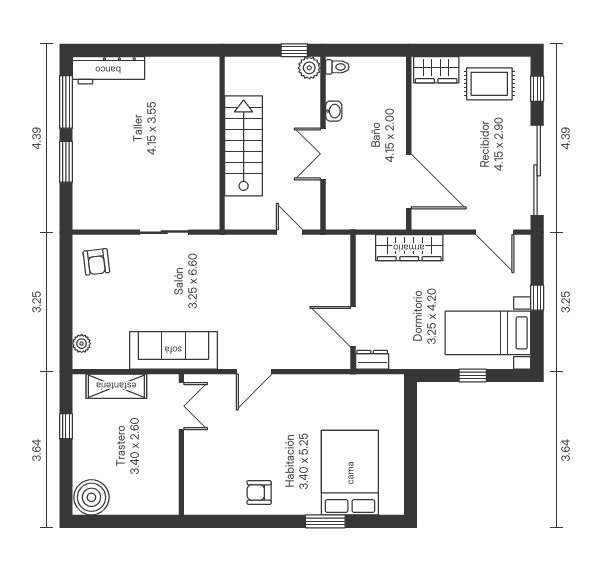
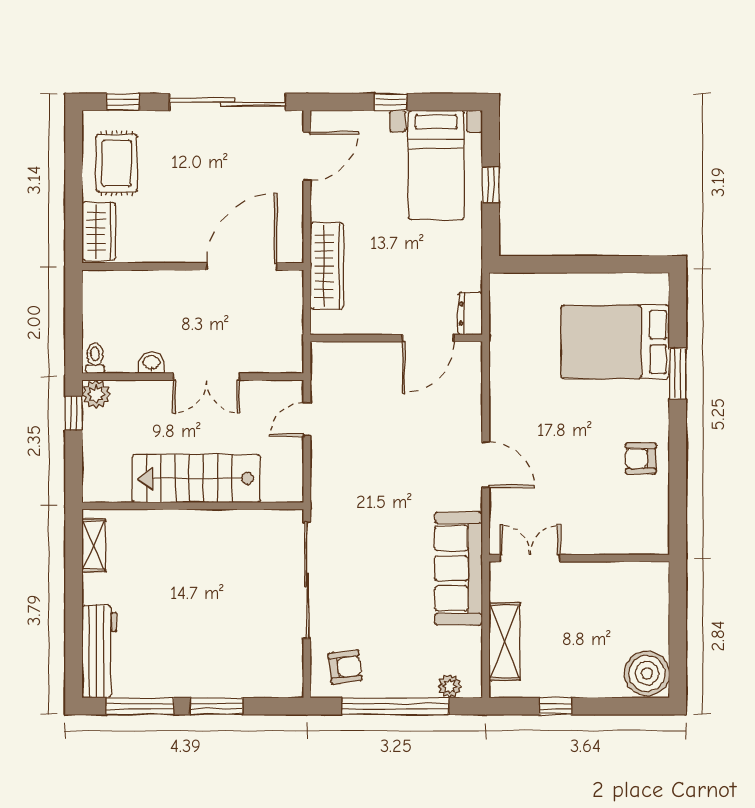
shelving: (191, 66) -> (94, 545), added
sliding door: (164, 232) -> (307, 580), width x1.86
window: (66, 301) -> (396, 706), added
armchair: (259, 493) -> (641, 458), turned 90

